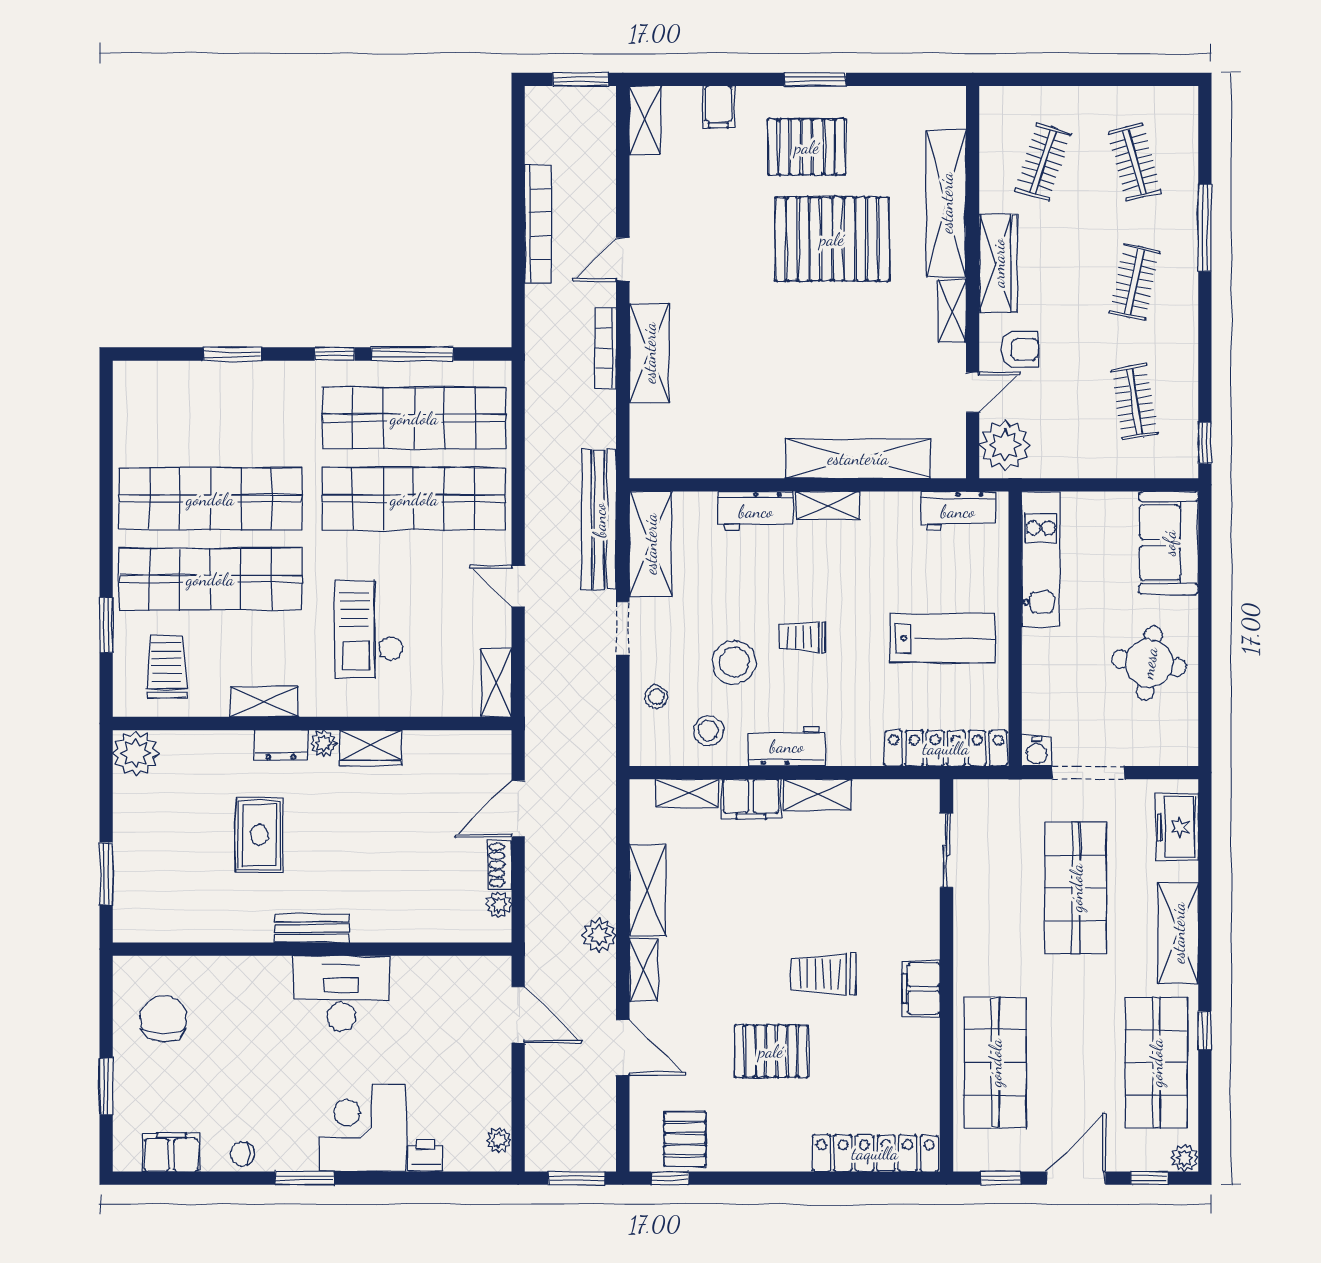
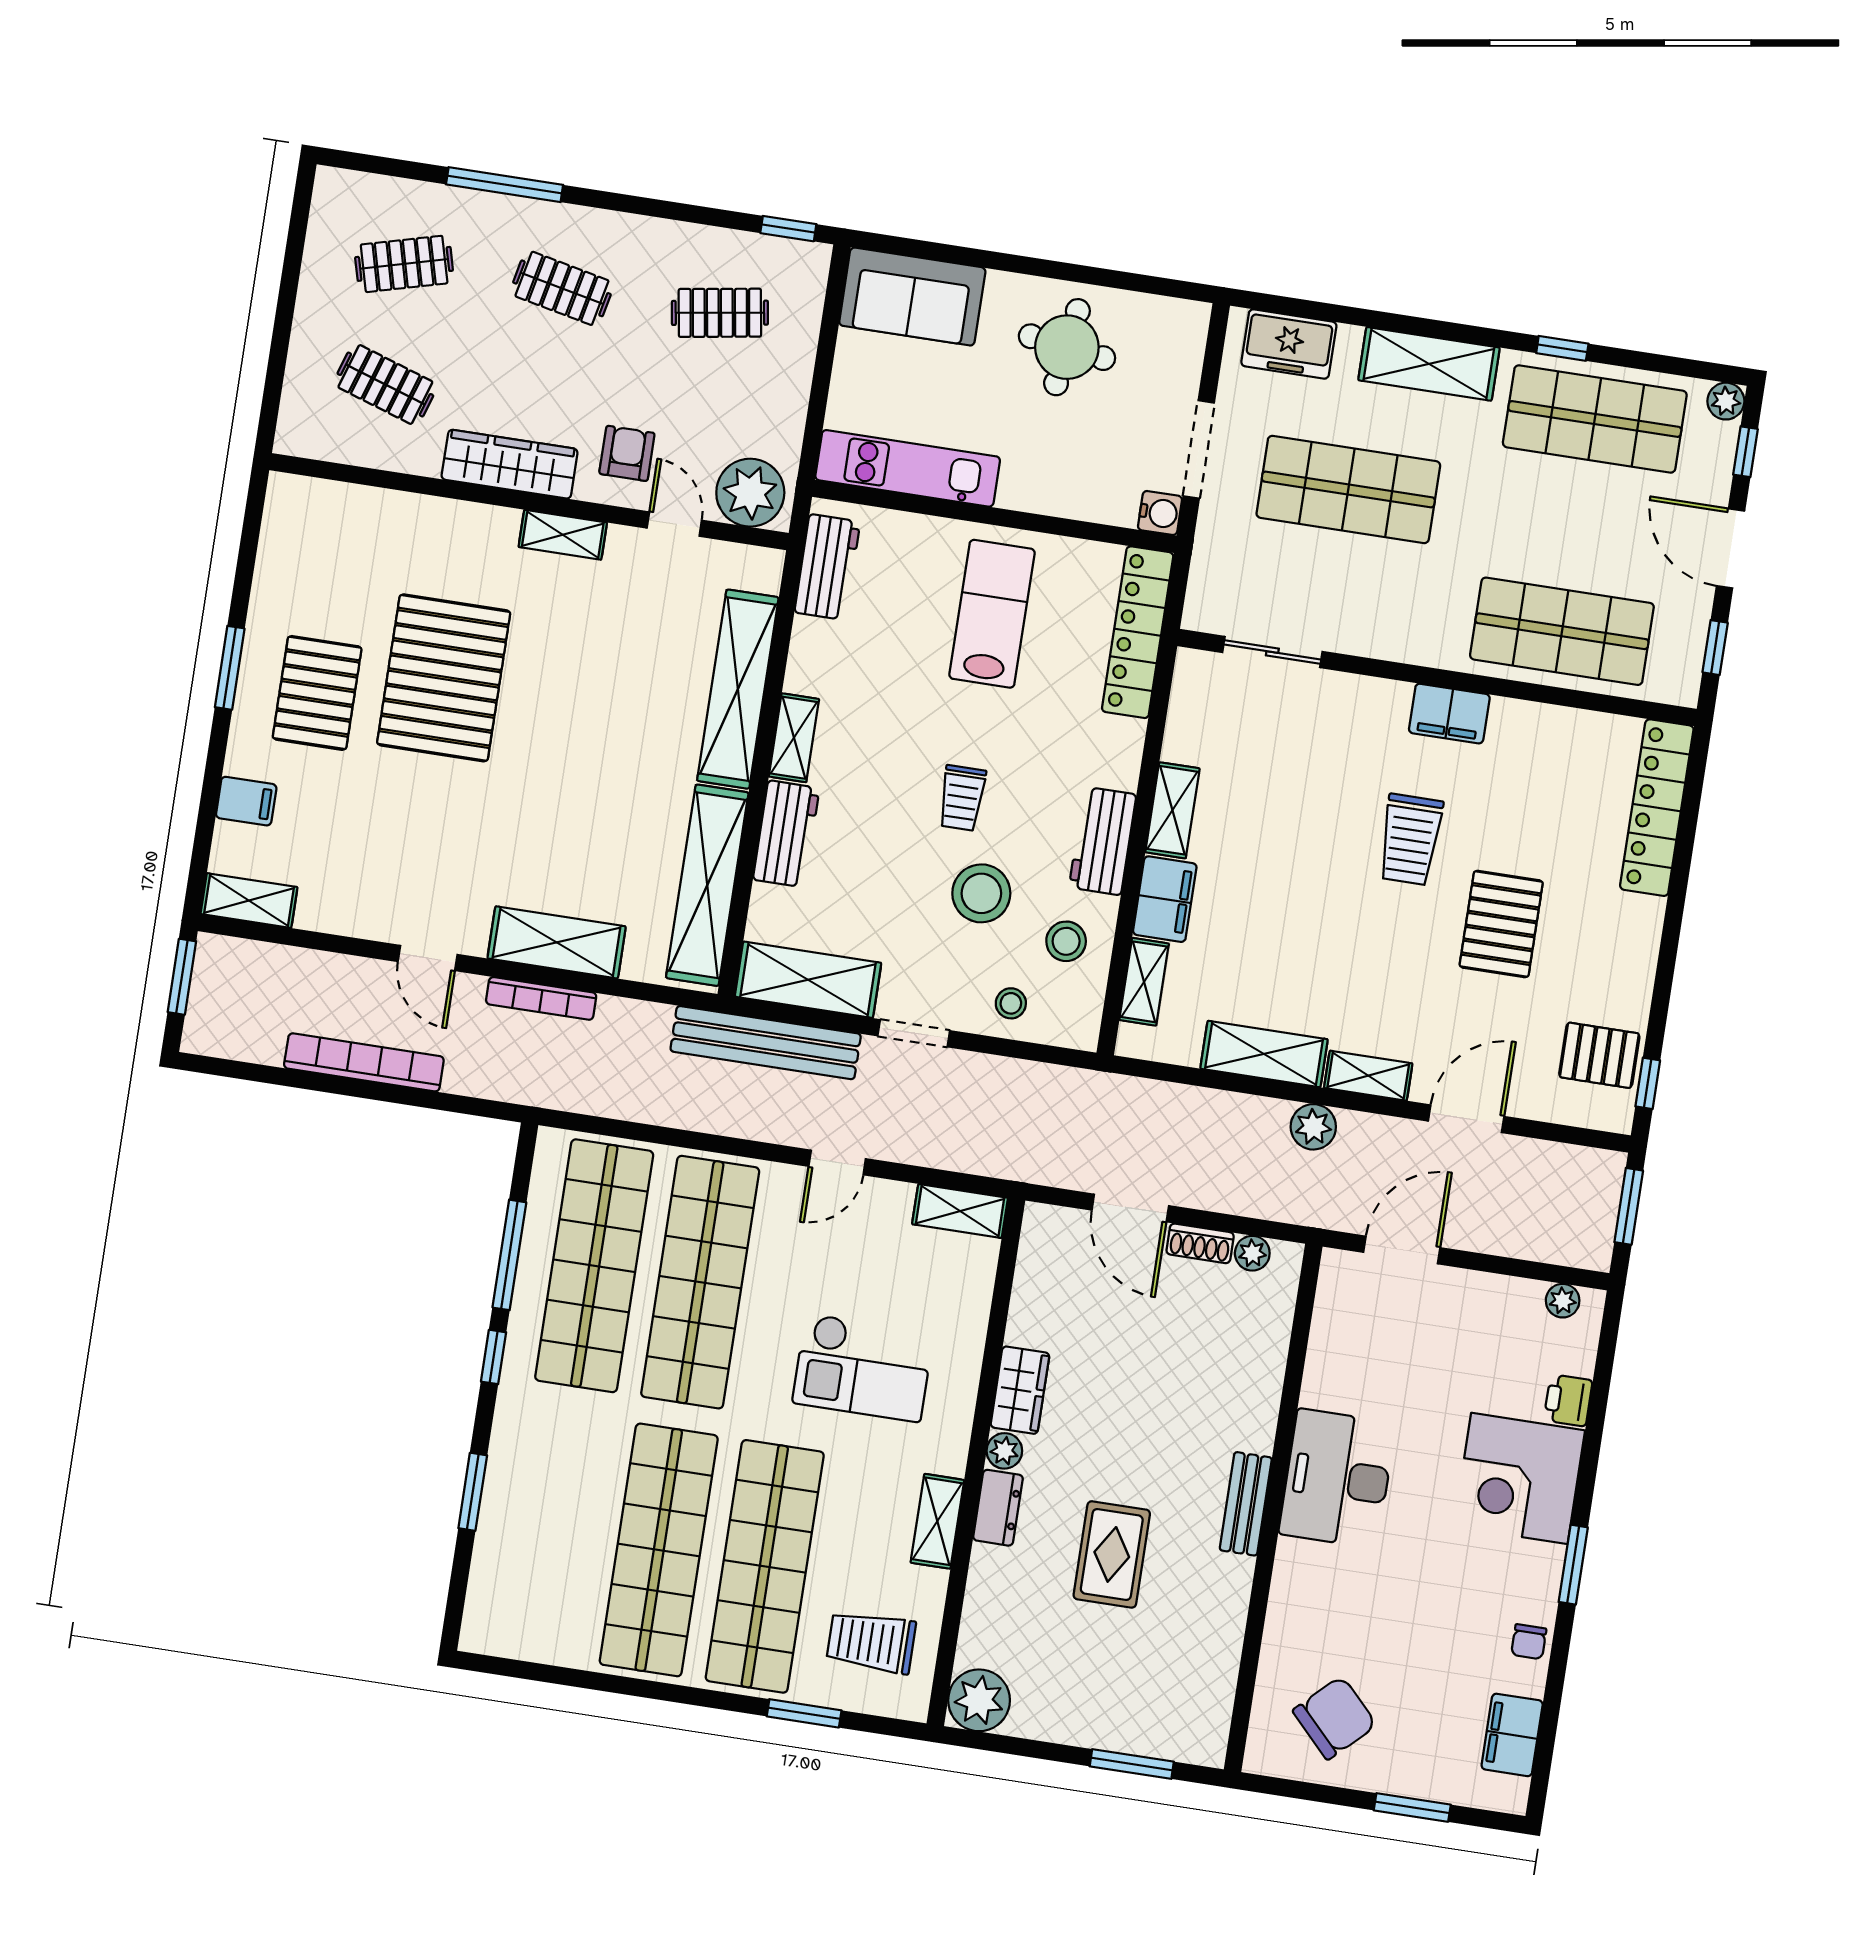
shelving: (946, 203) -> (707, 885), moved, turned 90
rug: (259, 835) -> (1112, 1554), turned 90
chair: (164, 1019) -> (1335, 1718), turned 136

